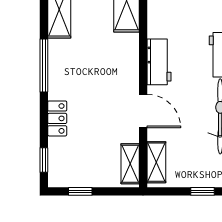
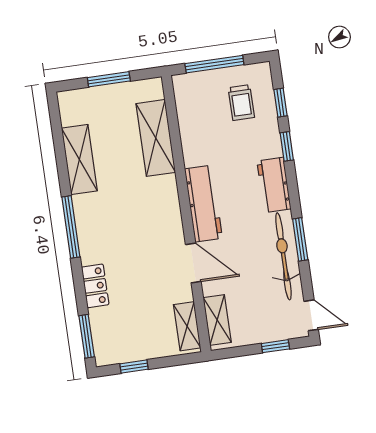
workbench: (159, 62) -> (203, 204), width x1.38
window: (44, 160) -> (87, 336), width x1.50

